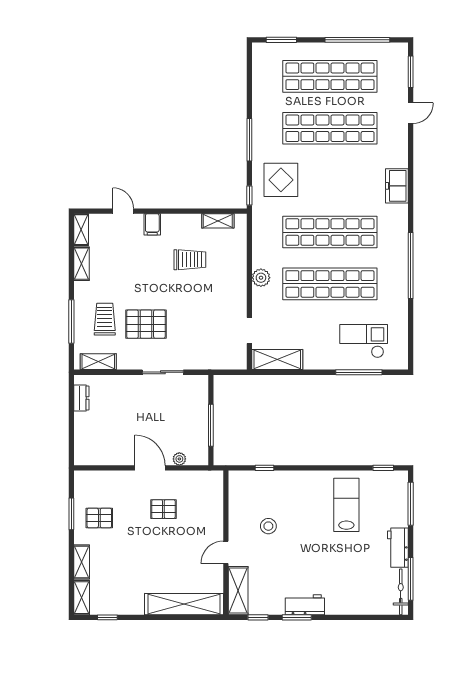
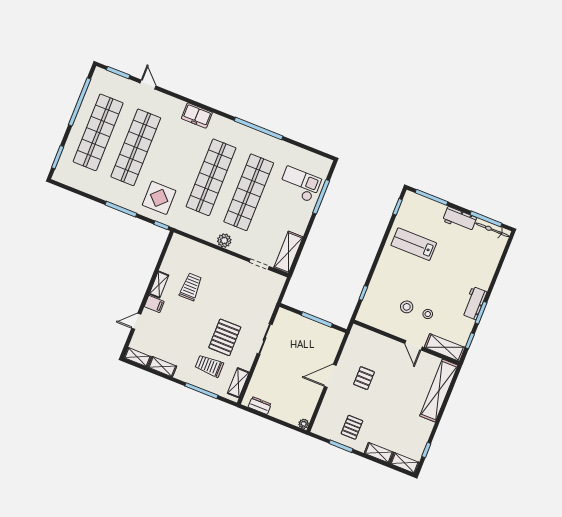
shelving: (218, 221) -> (159, 285), moved
checkout: (364, 341) -> (300, 184), turned 90
plant: (179, 459) -> (304, 424), moved
stool: (270, 555) -> (428, 314), added

